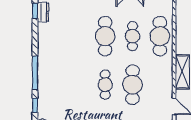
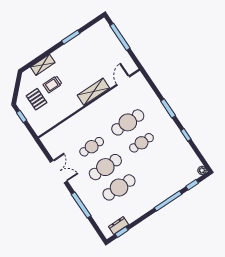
cafe table: (160, 36) -> (119, 187), moved

